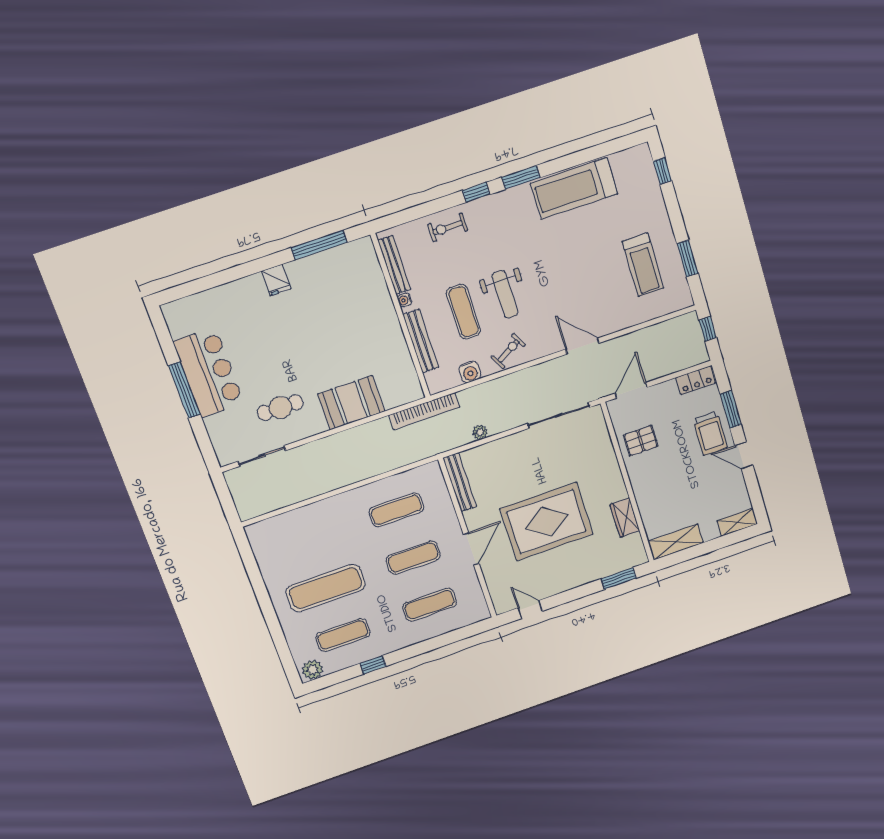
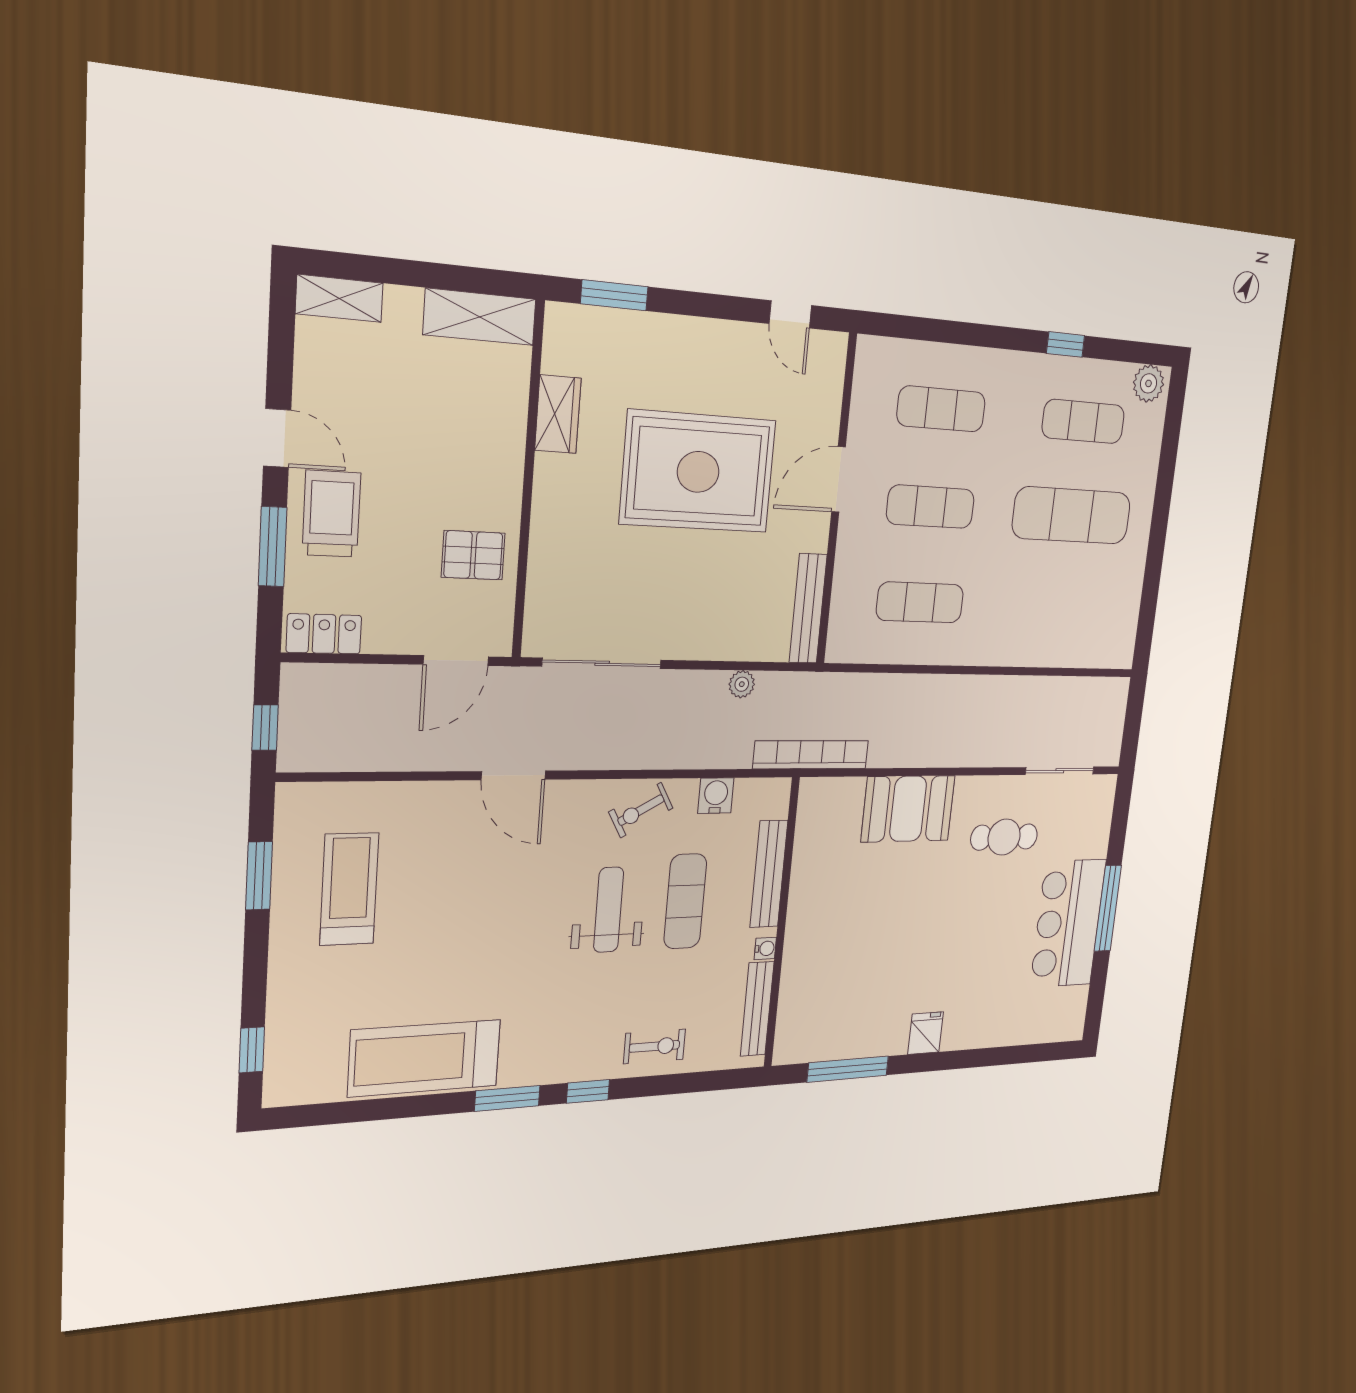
treadmill: (574, 188) -> (425, 1058), turned 180

